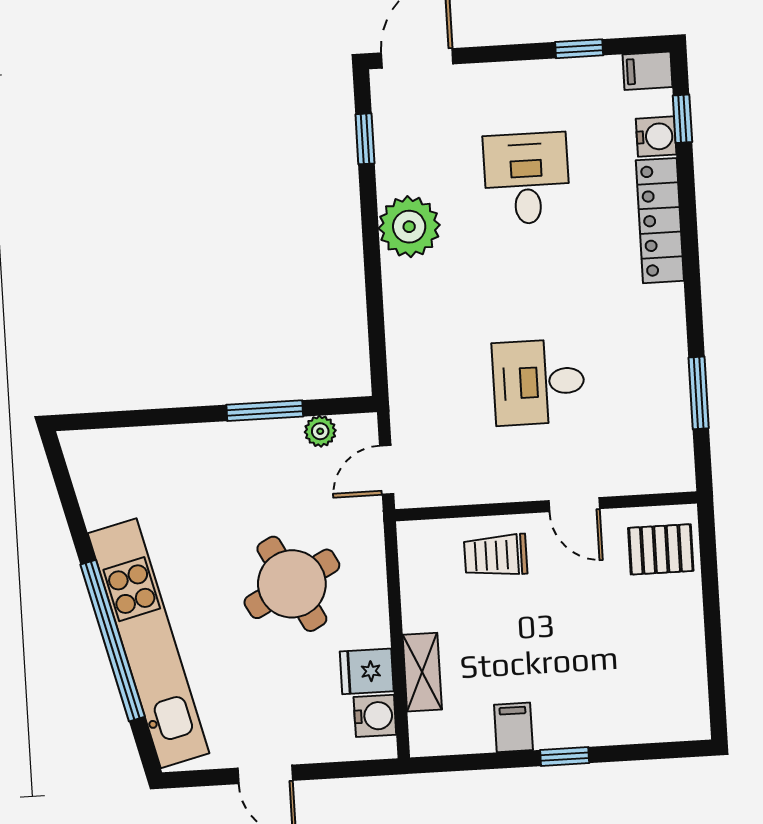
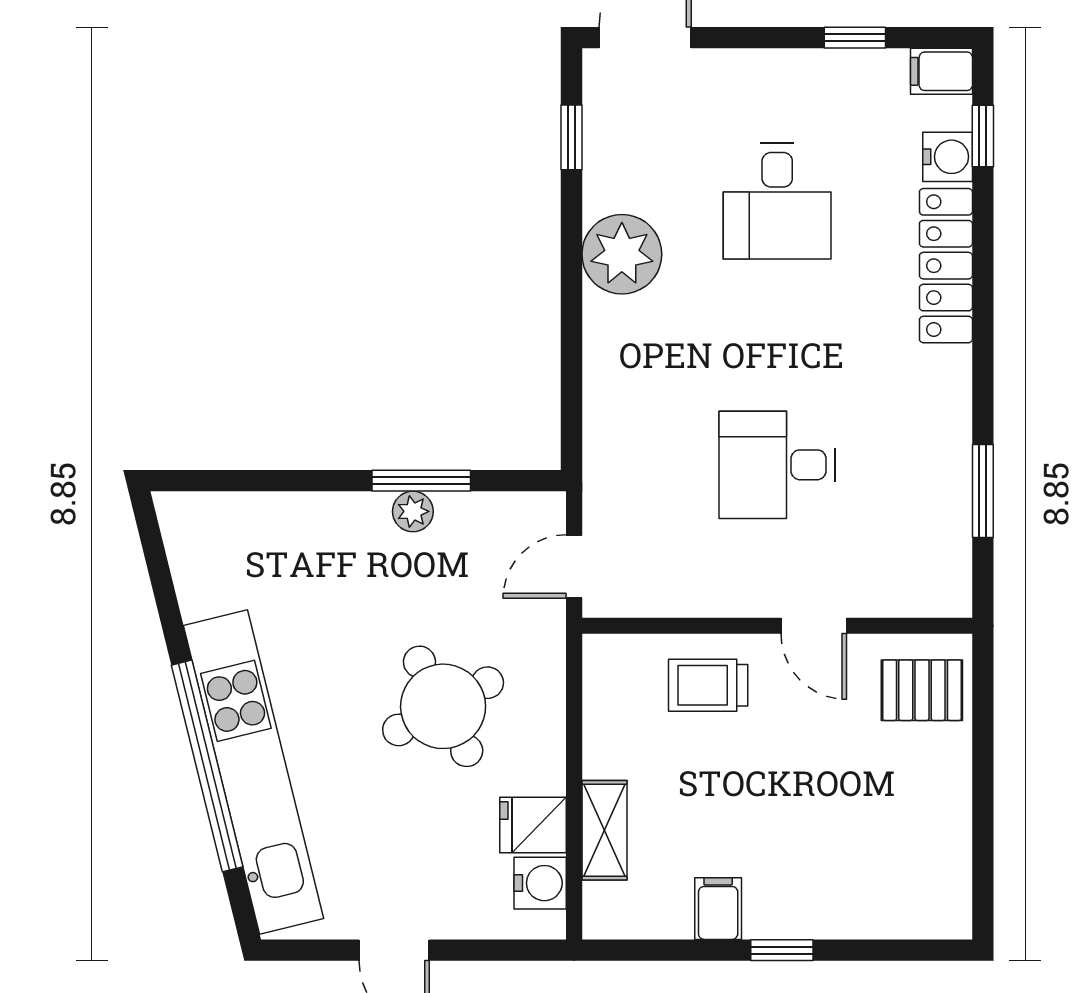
desk: (527, 179) -> (777, 201), turned 180
plant: (320, 431) -> (413, 511), moved

